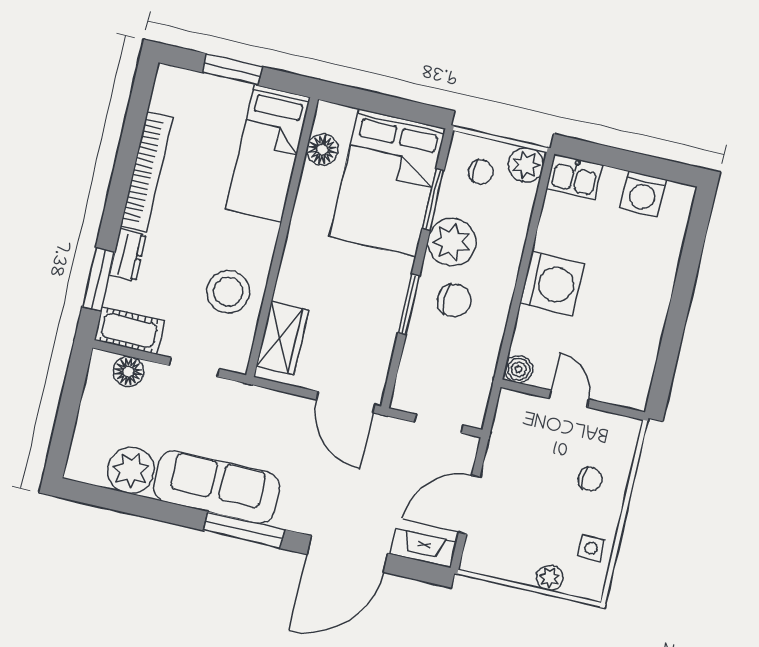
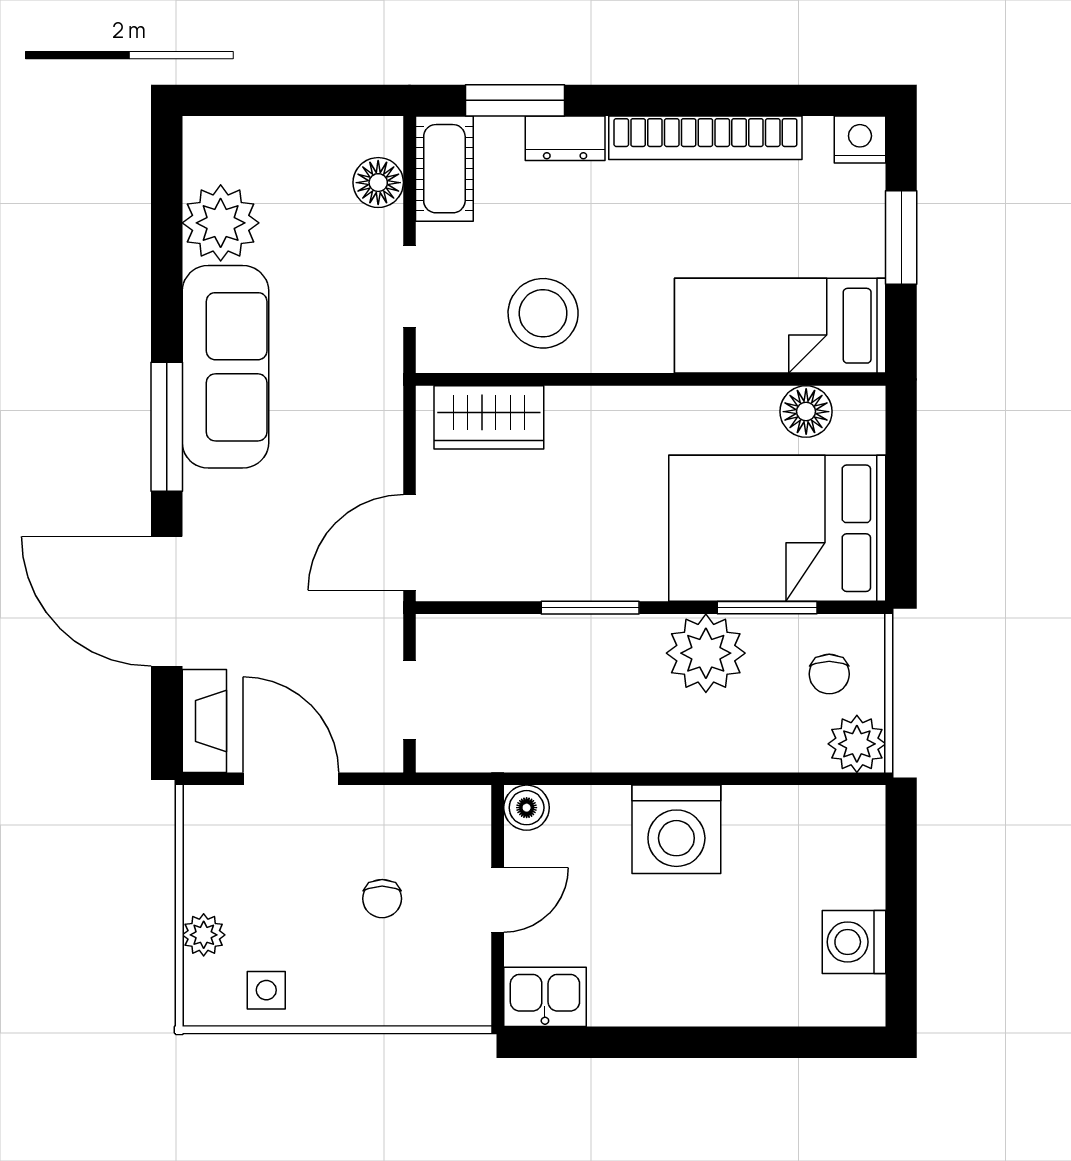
nightstand: (169, 81) -> (860, 140), added
kitchen sink: (574, 177) -> (545, 997), moved, turned 90
chair: (454, 300) -> (613, 679), removed
chair: (590, 479) -> (382, 899), moved

